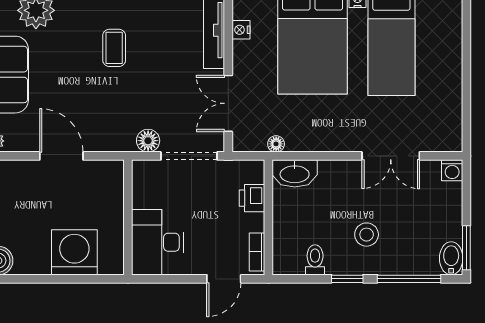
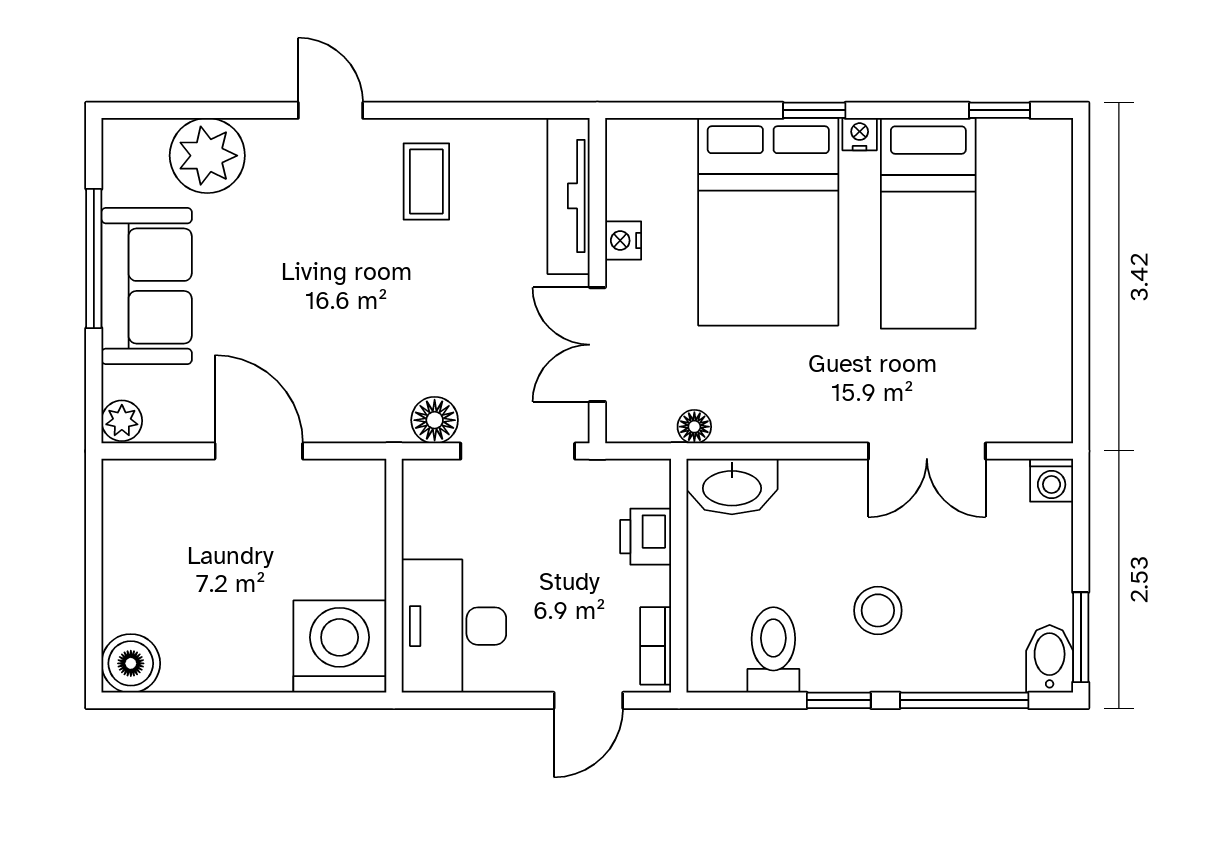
nightstand: (241, 30) -> (623, 241), moved
coffee table: (114, 48) -> (426, 182), moved
washing machine: (74, 252) -> (340, 647), moved
toilet: (315, 260) -> (773, 650), width x1.37, depth x1.39

